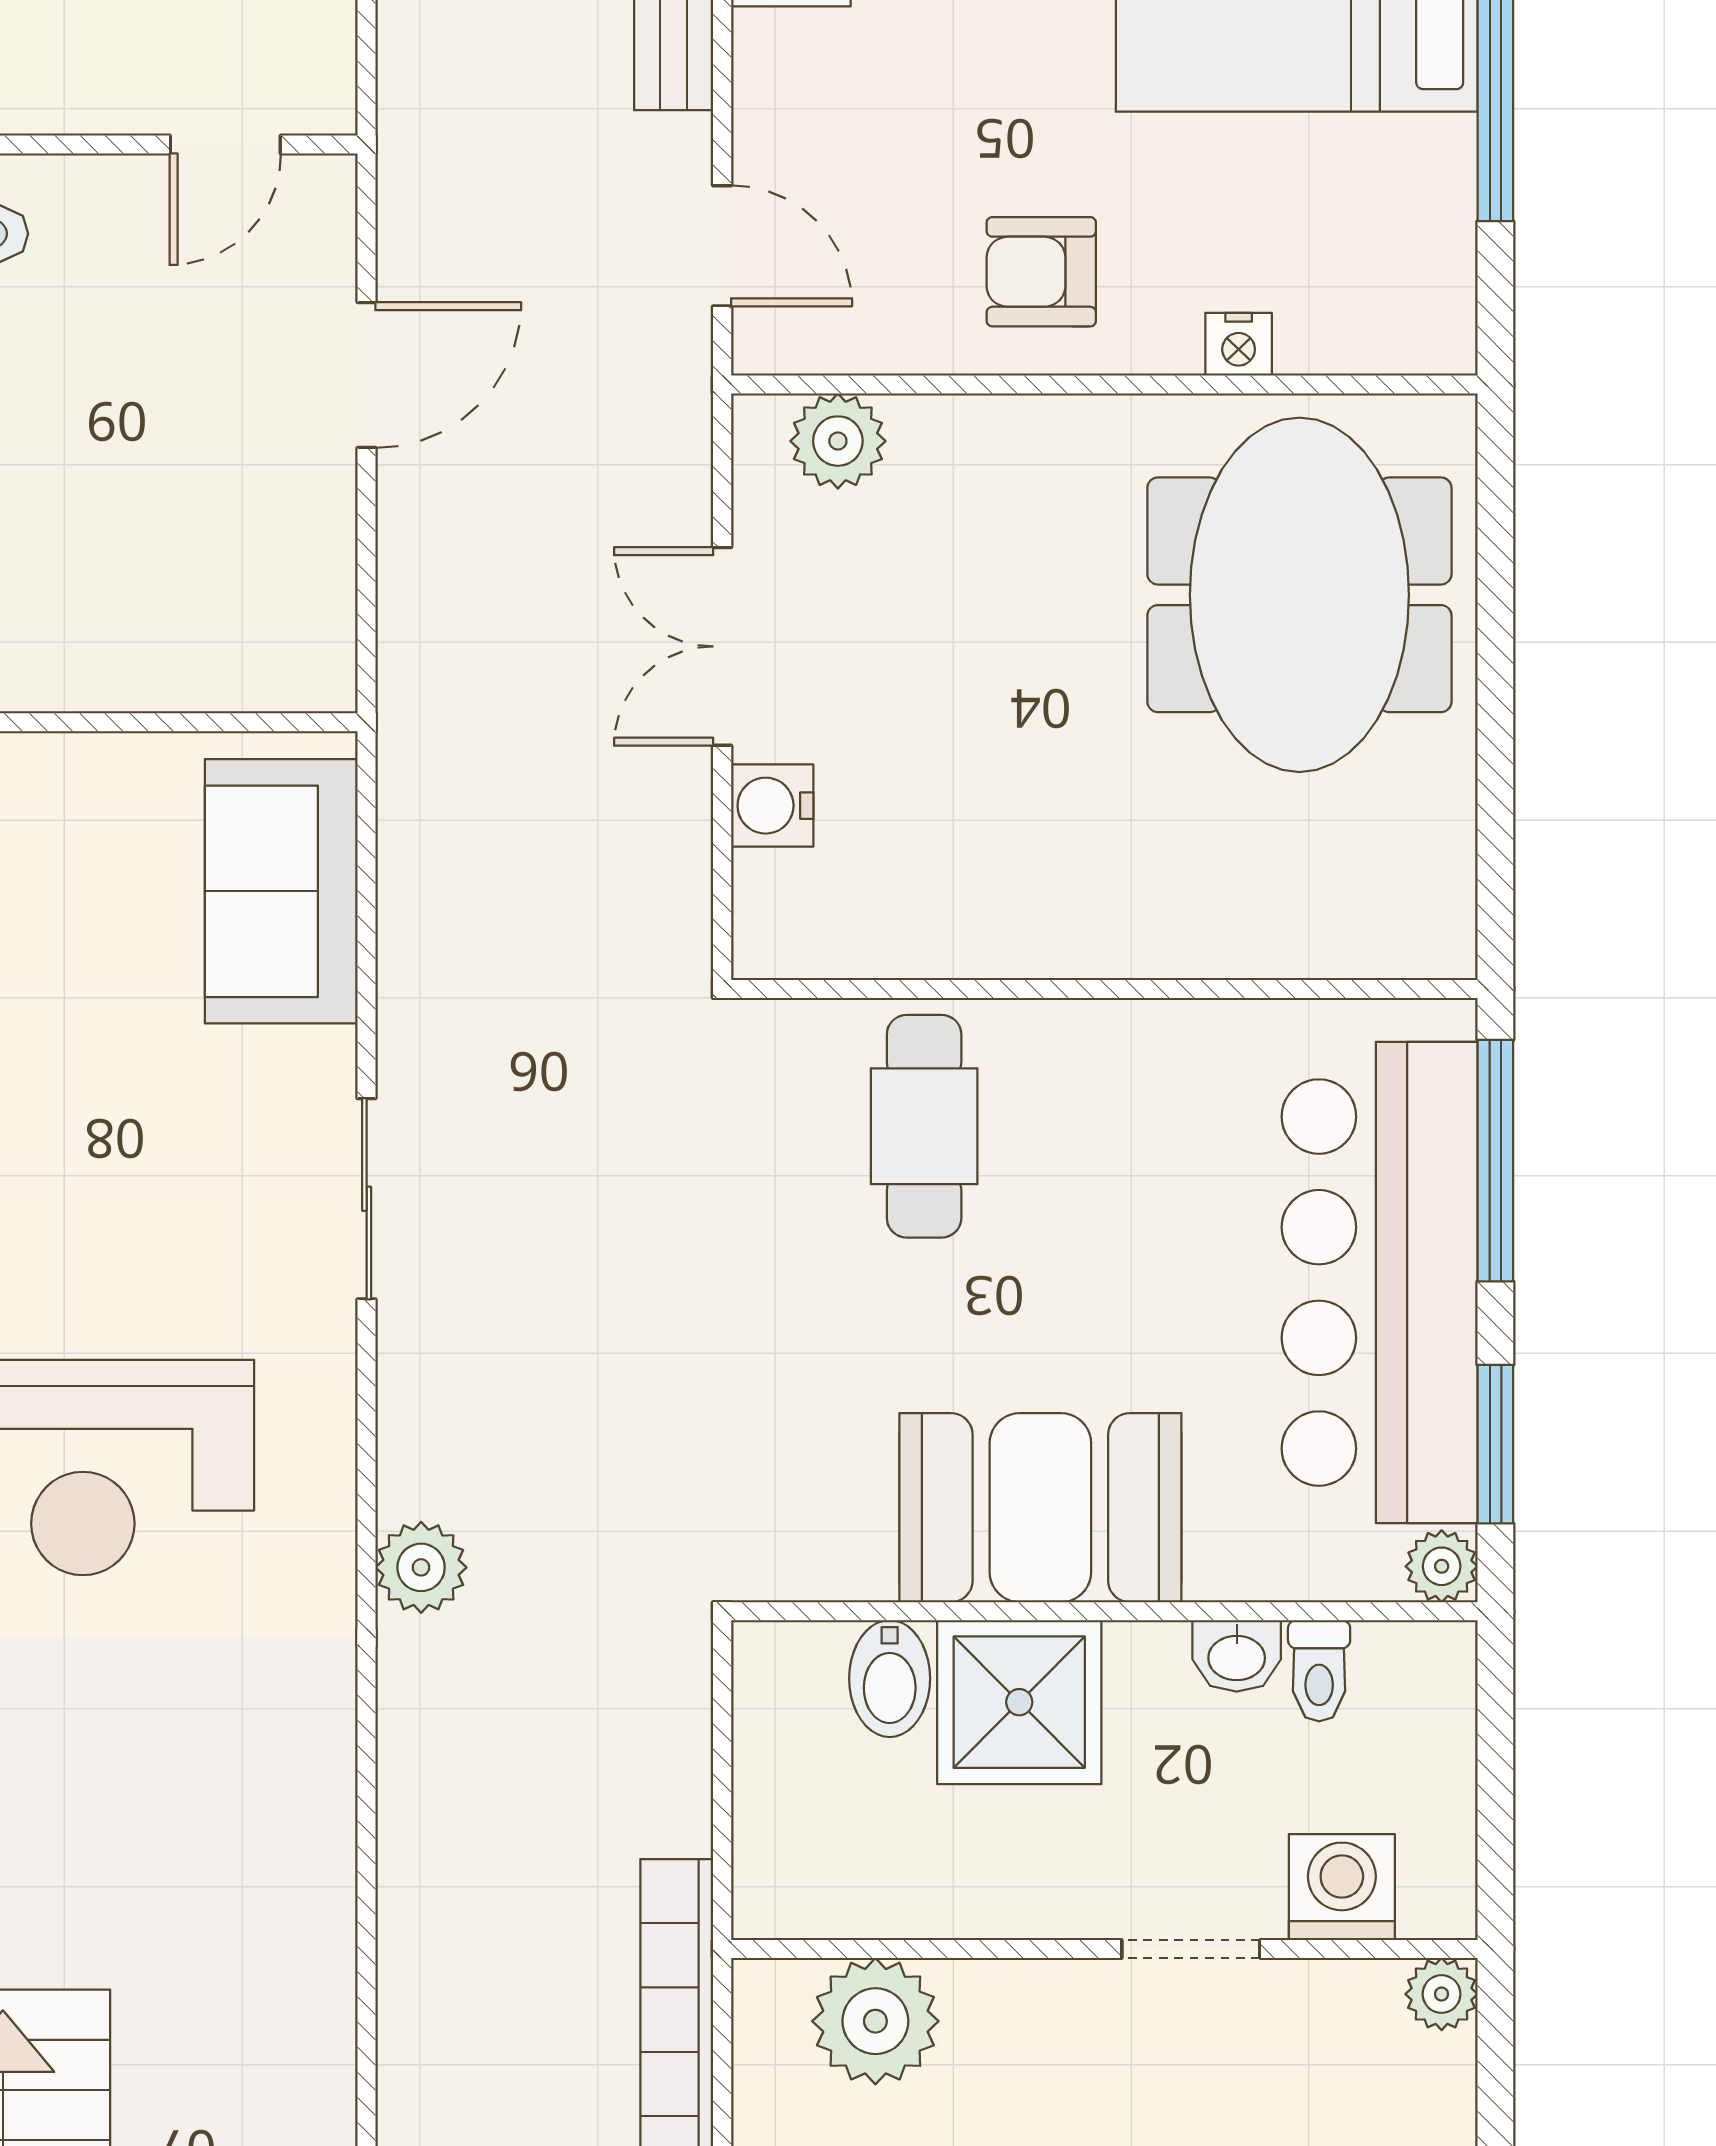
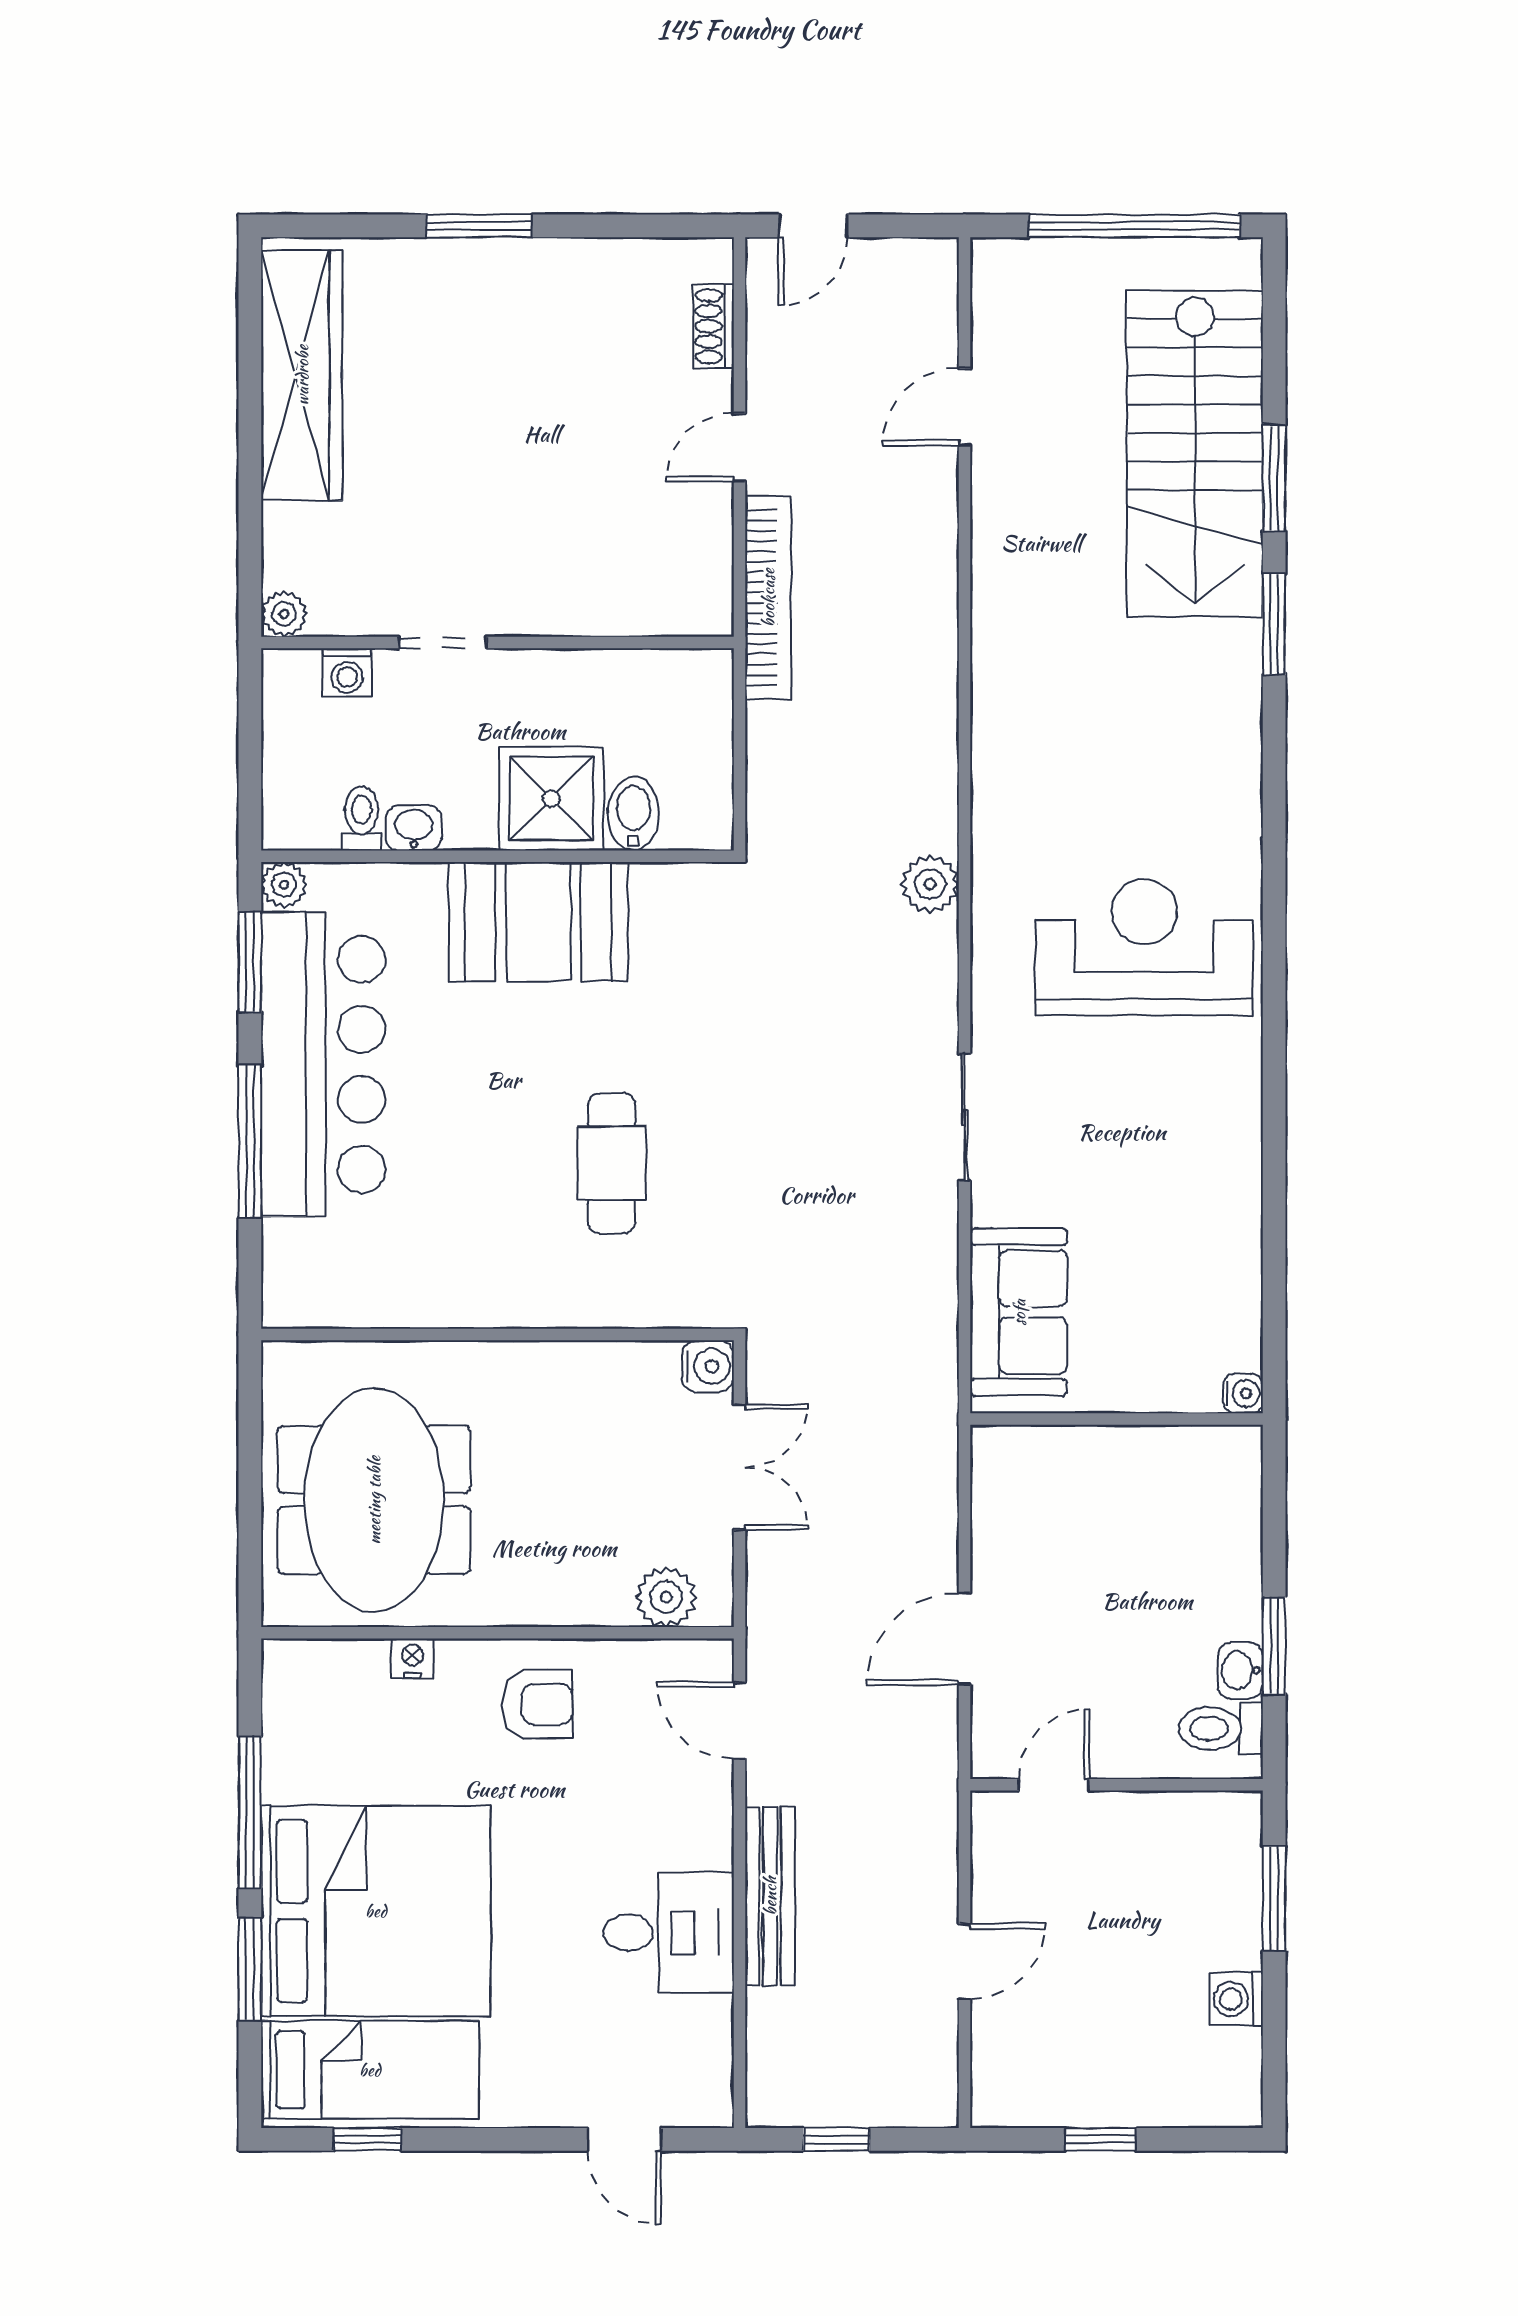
wall: (1104, 989) -> (497, 1335), moved
washing machine: (1342, 1887) -> (347, 672), width x0.73, depth x0.73
plant: (875, 2021) -> (642, 597), removed

